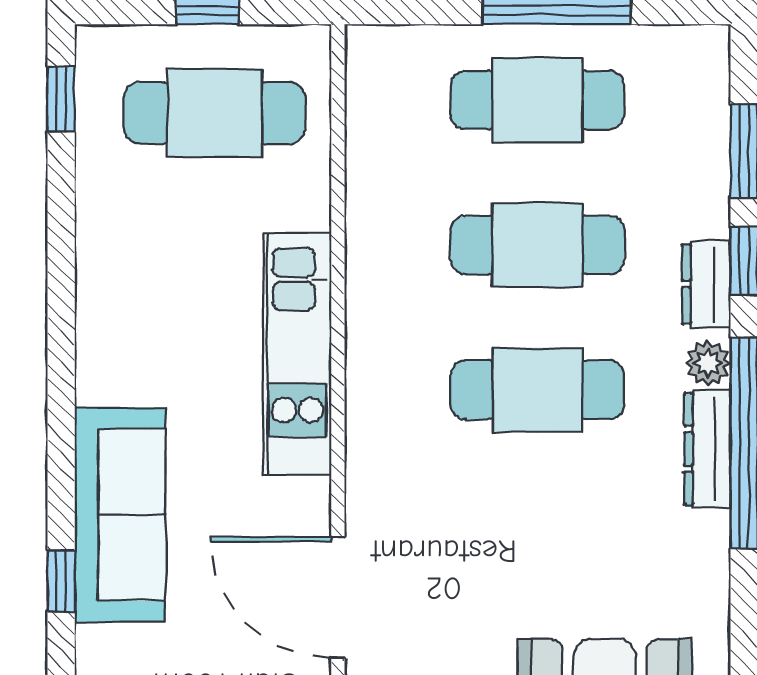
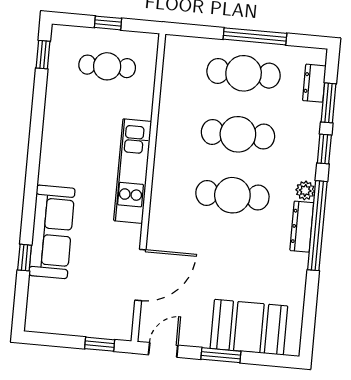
cafe table: (215, 113) -> (107, 66), width x0.73, depth x0.74
dresser: (706, 284) -> (314, 83), moved
door: (338, 597) -> (140, 275), swing flipped

